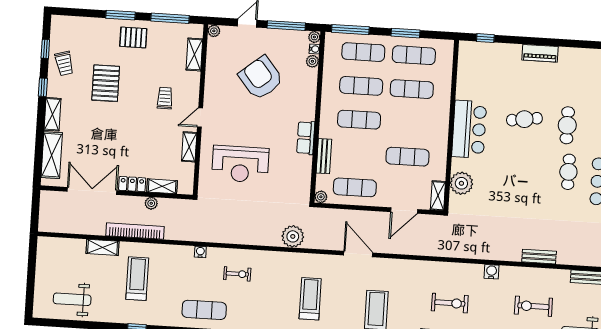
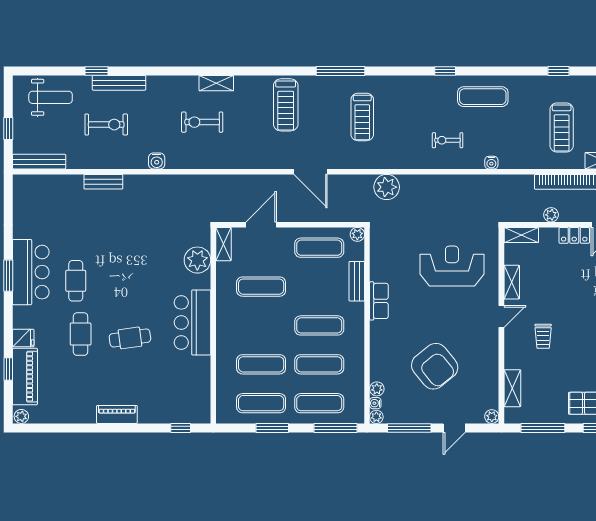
shelving: (162, 186) -> (521, 235), moved

